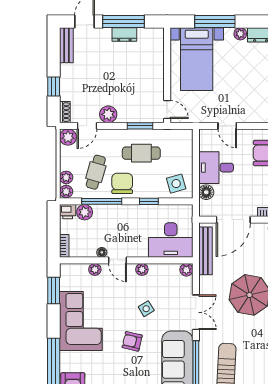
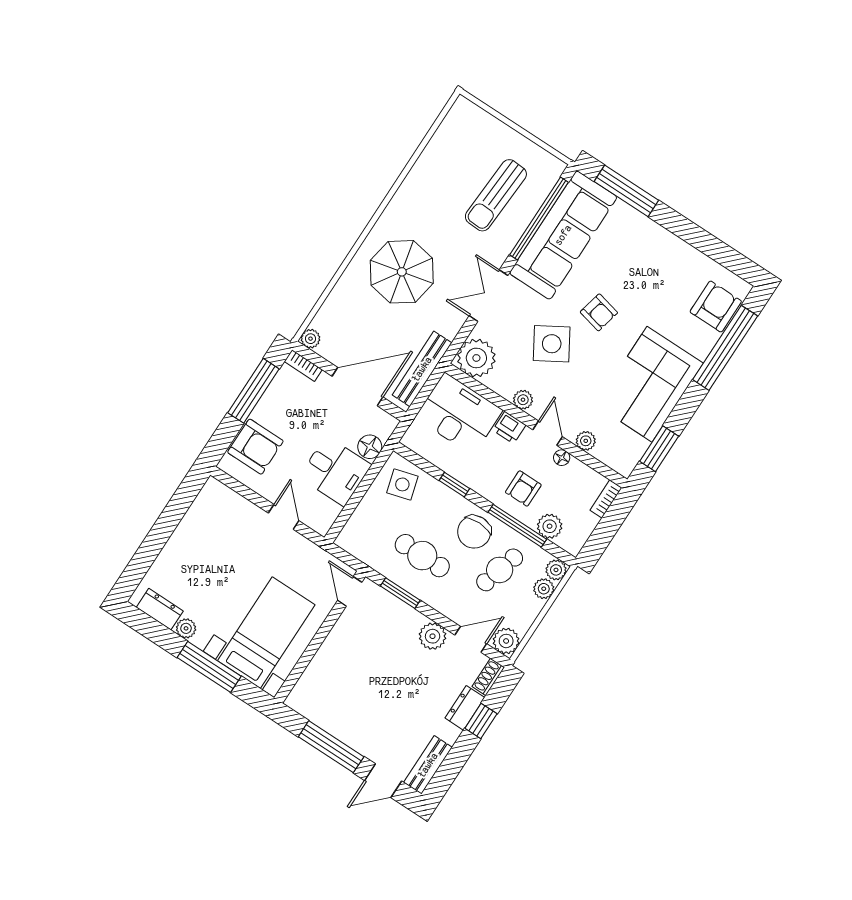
dresser: (124, 35) -> (465, 708), moved, turned -90
printer: (68, 212) -> (509, 428), moved, turned 180
armchair: (111, 223) -> (523, 488), added
plant: (186, 270) -> (476, 358), width x1.88, depth x1.88
side table: (146, 309) -> (552, 344), width x1.87, depth x1.87

